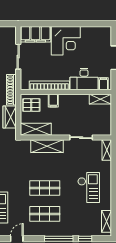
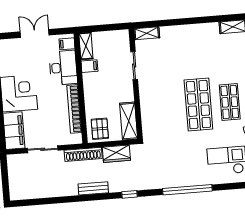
filing cabinet: (53, 101) -> (89, 66), moved
shelving: (47, 146) -> (148, 106), removed
checkout: (89, 187) -> (194, 52), removed
shop shelf: (45, 188) -> (198, 105), width x1.43, depth x1.36

